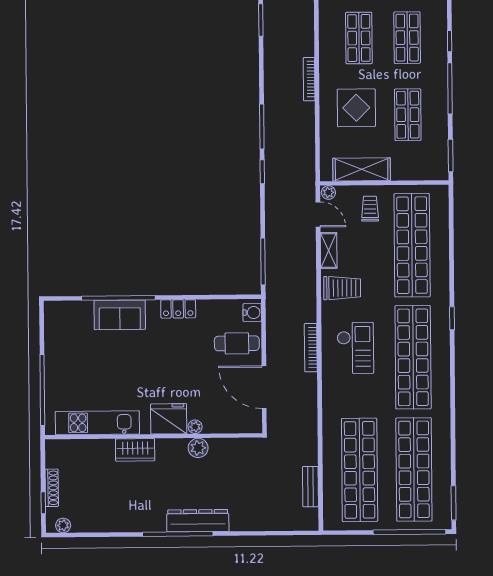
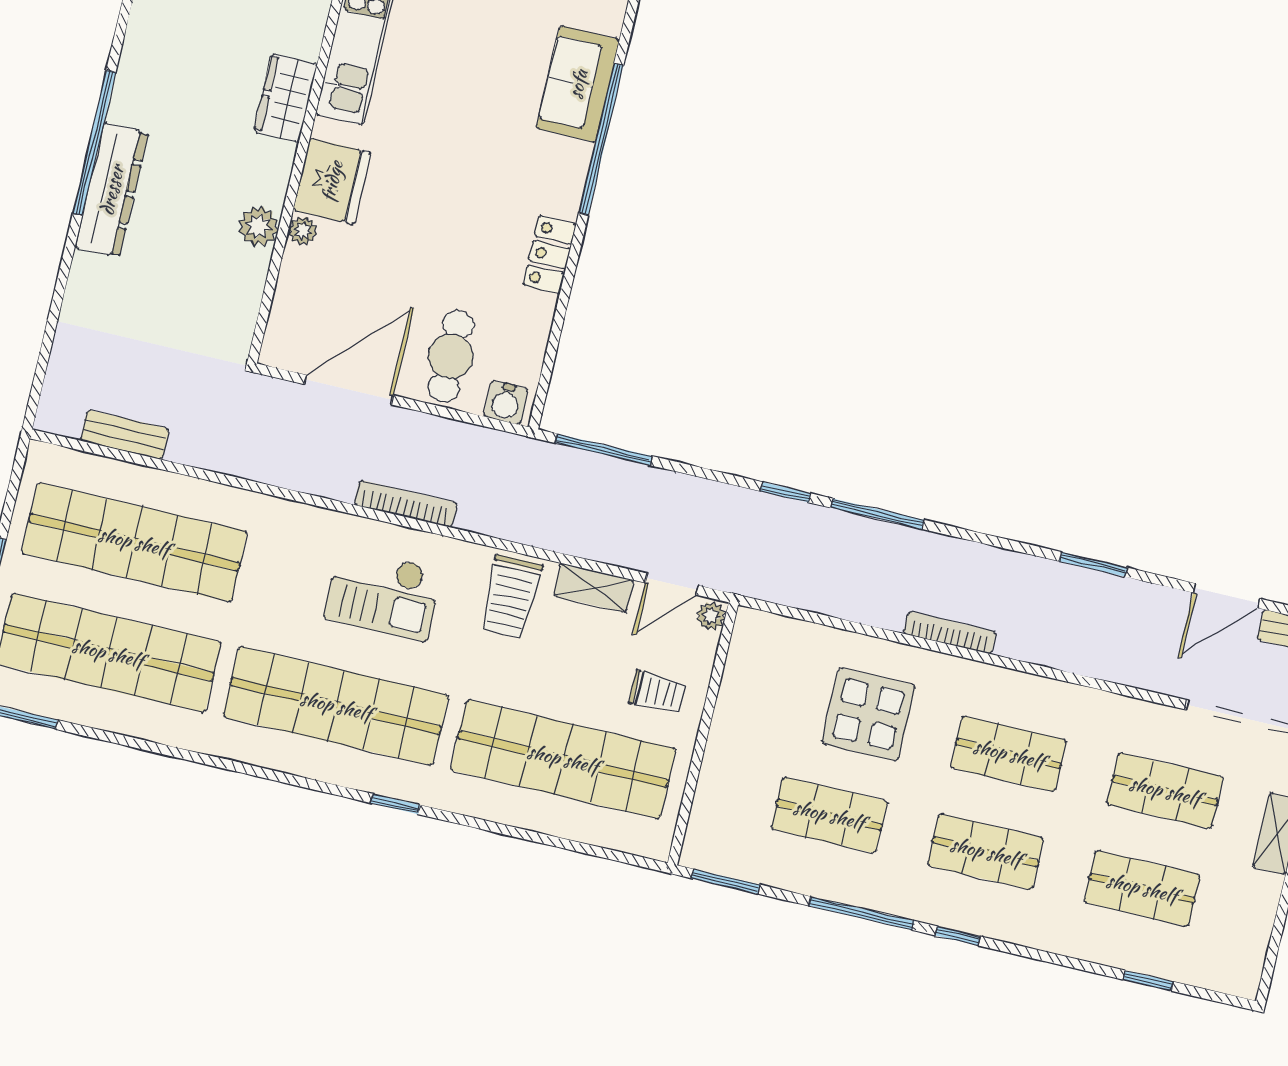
shelving: (362, 169) -> (741, 695), removed
sofa: (120, 315) -> (578, 84), moved

